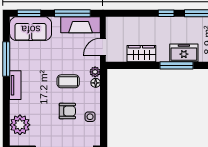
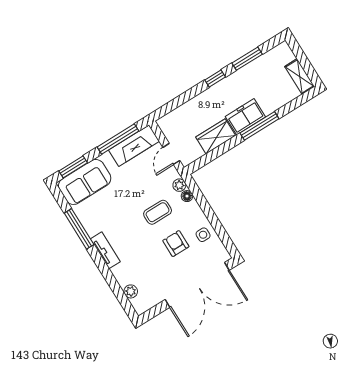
freezer: (184, 53) -> (245, 117), moved
armchair: (67, 111) -> (176, 244), turned -90
plant: (20, 125) -> (131, 291), width x0.53, depth x0.53

